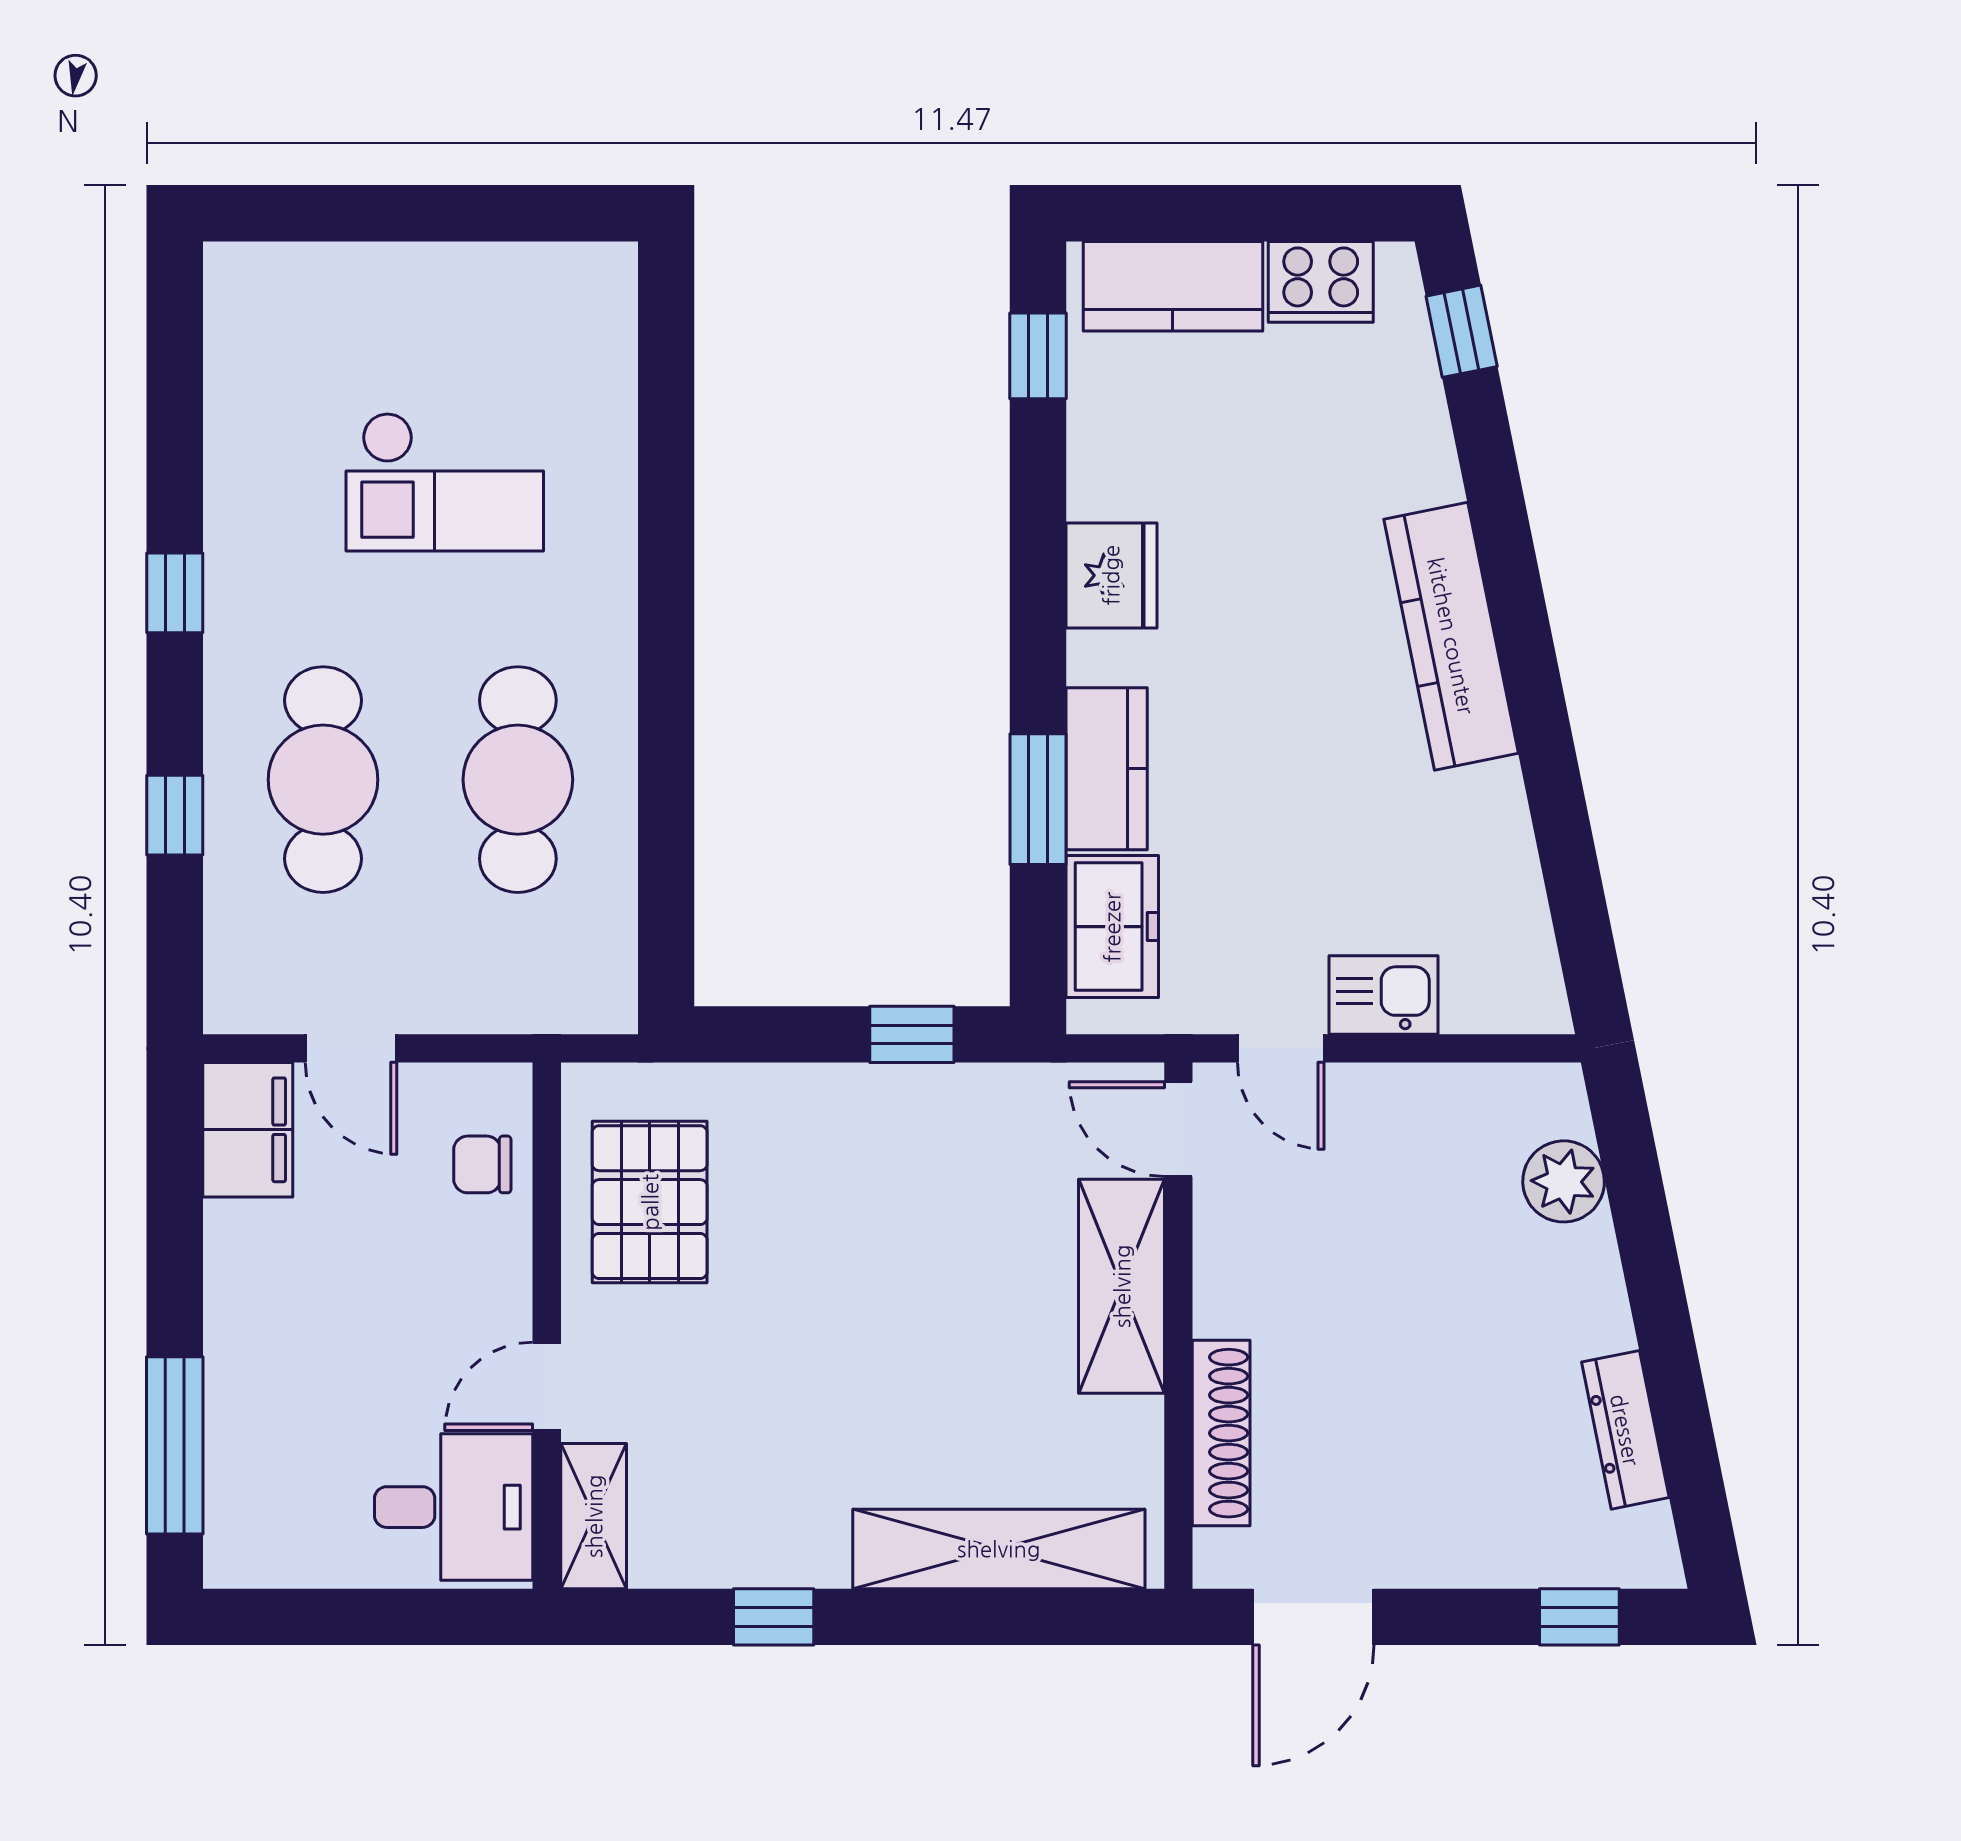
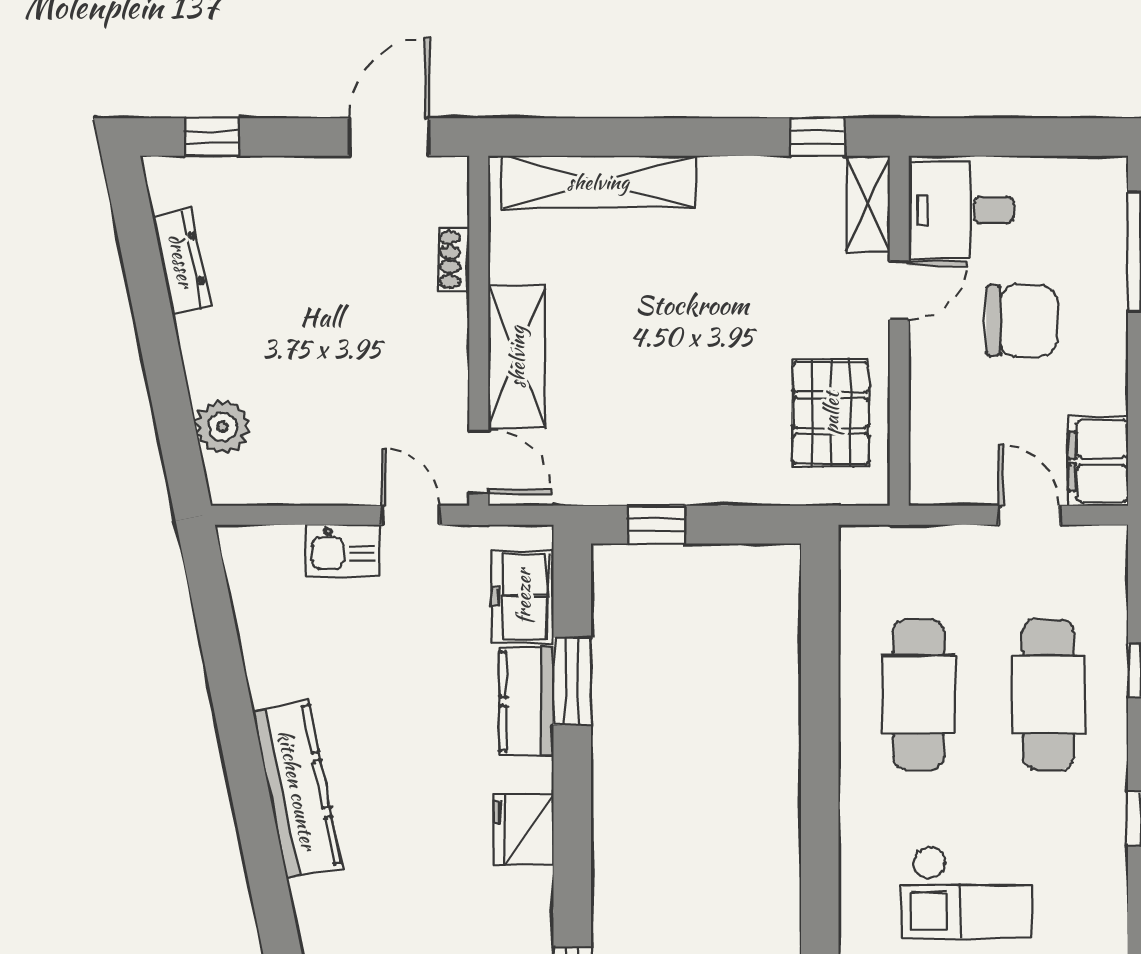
checkout: (445, 482) -> (967, 892), turned 180
chair: (482, 1164) -> (1022, 321), moved, width x1.87, depth x1.87
shoe rack: (1221, 1433) -> (454, 259), width x0.51, depth x0.81
window: (774, 1617) -> (817, 137), moved

